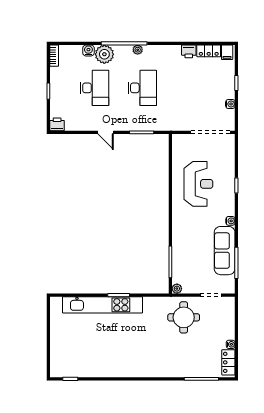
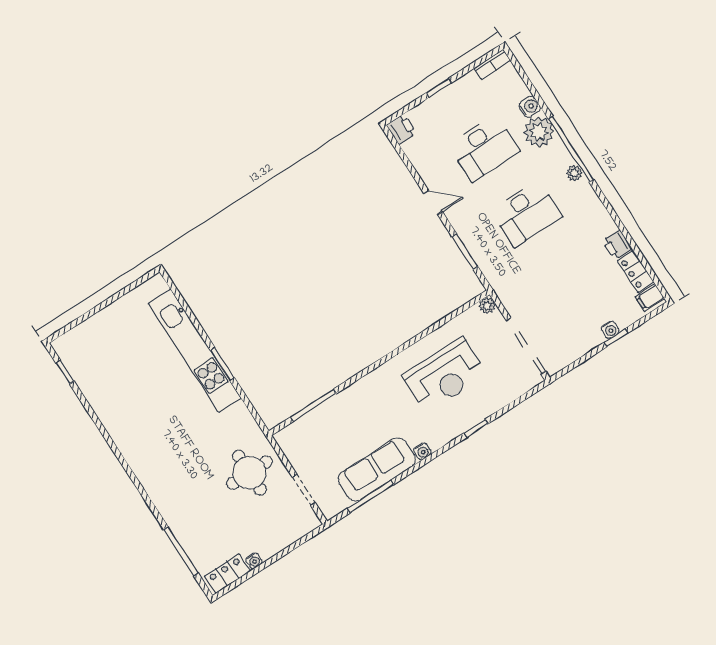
water cooler: (230, 104) -> (610, 330), moved
door: (106, 132) -> (433, 202), swing flipped
plant: (177, 289) -> (487, 306), moved

